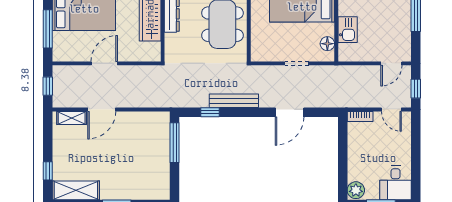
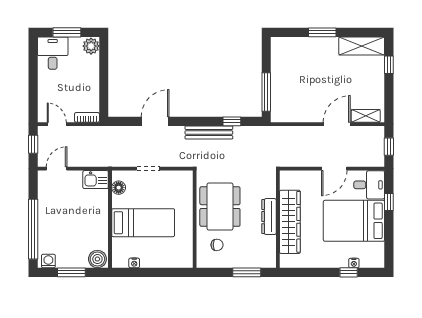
window: (48, 29) -> (389, 202), width x0.46
kitchen sink: (348, 30) -> (96, 180), moved, turned -90
desk: (68, 47) -> (369, 185), added

